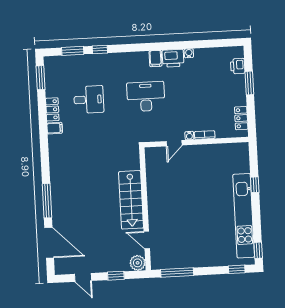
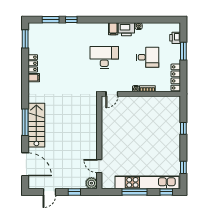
desk: (89, 100) -> (148, 57), moved
locker: (241, 118) -> (176, 77), width x1.53
door: (174, 143) -> (112, 94), moved
stairs: (131, 200) -> (36, 125), moved, turned 180
window: (47, 201) -> (25, 122), moved
kitchen unit: (244, 216) -> (147, 182), moved, turned 90
window: (258, 250) -> (183, 167), moved
window: (177, 272) -> (135, 192), moved
door: (83, 277) -> (49, 192), hinge flipped

